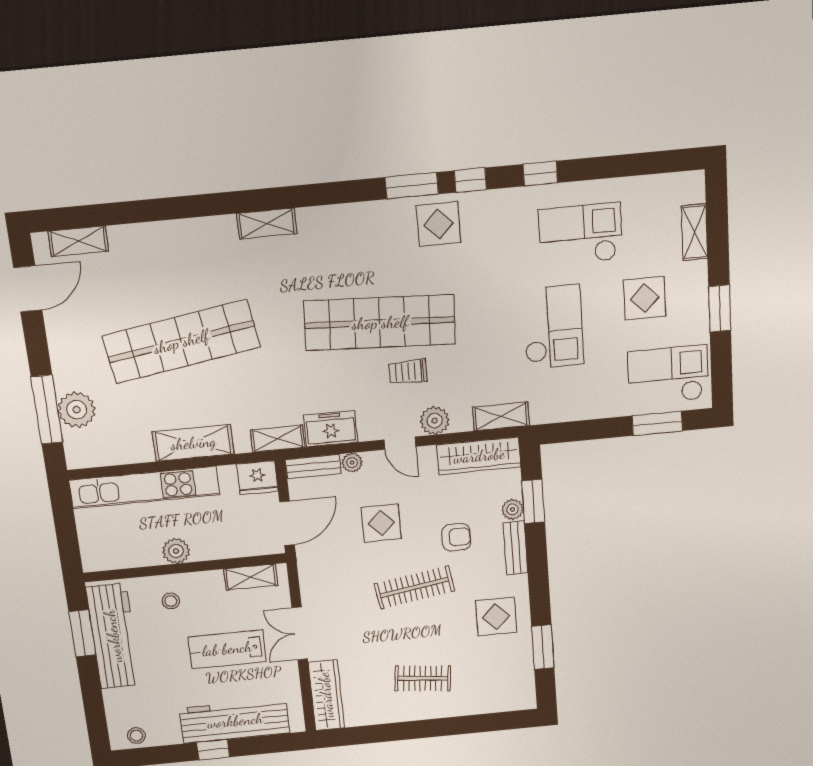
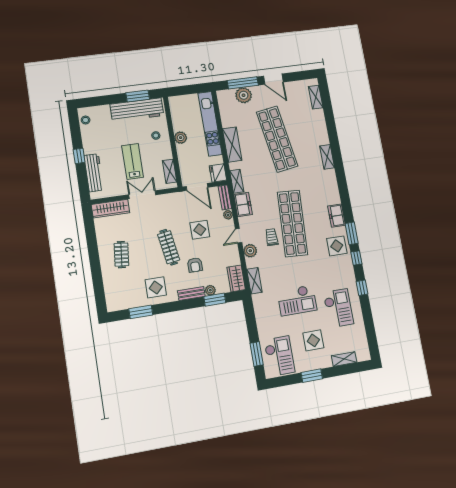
freezer: (368, 218) -> (337, 216), added
shelving: (267, 223) -> (327, 157), moved
door: (28, 289) -> (273, 79), moved
wardrobe: (479, 456) -> (236, 278), width x0.67
workbench: (235, 721) -> (94, 173), width x0.73, depth x0.76

